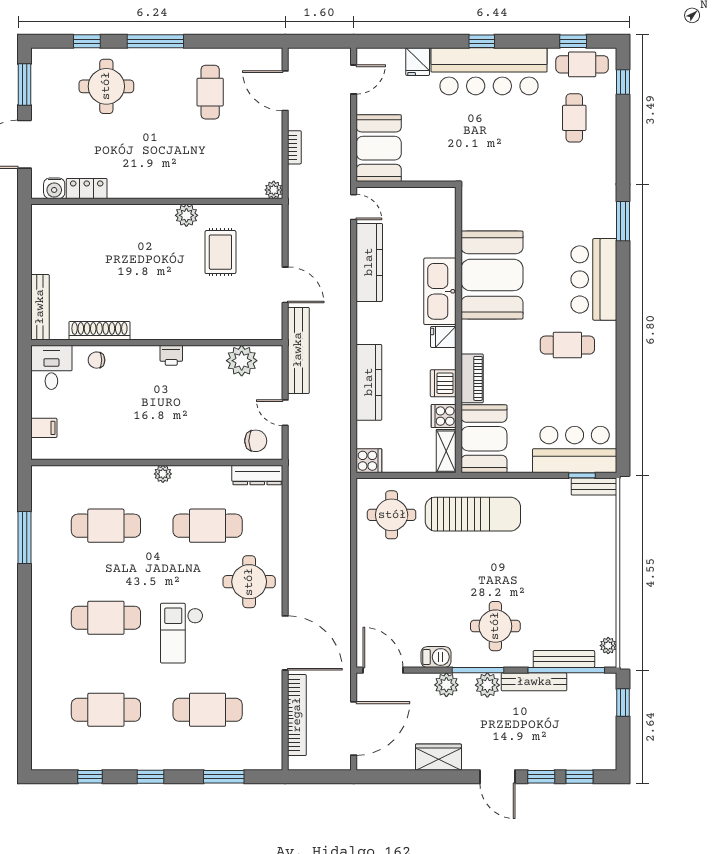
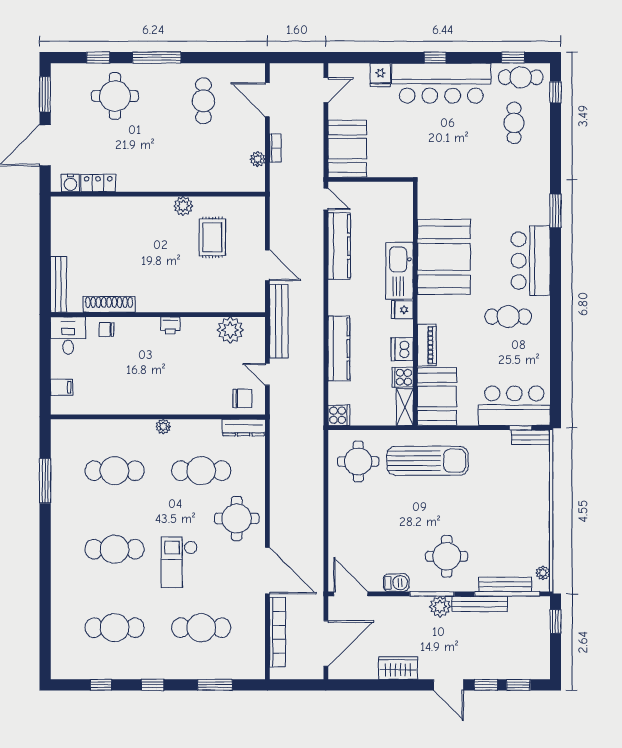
plant: (274, 190) -> (258, 159), moved
plant: (446, 685) -> (405, 606), removed

